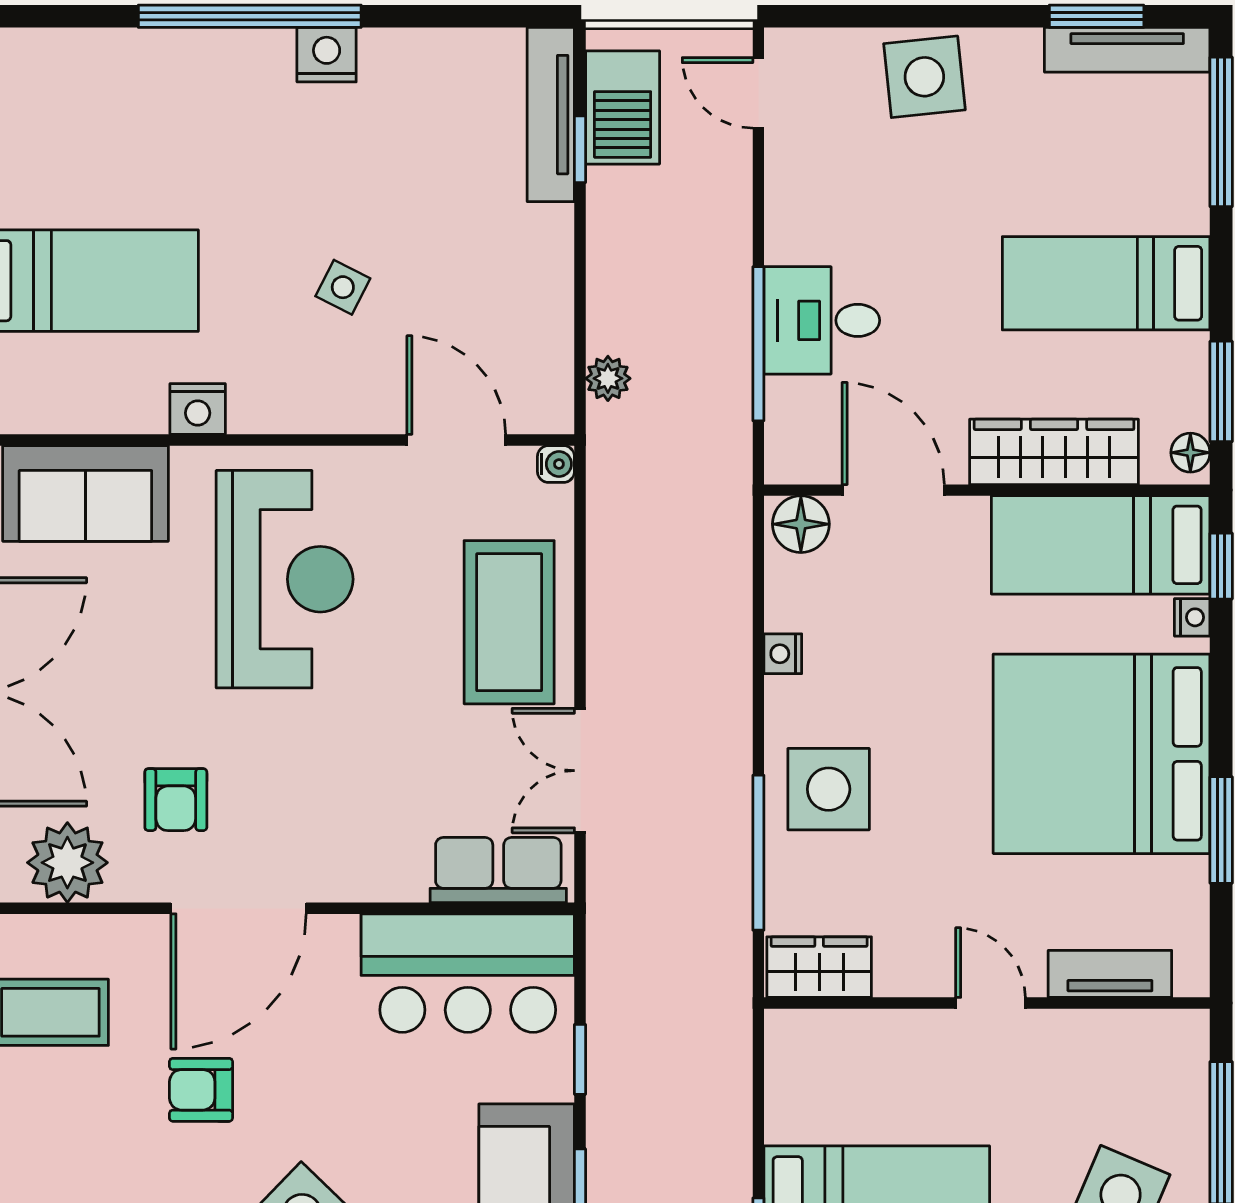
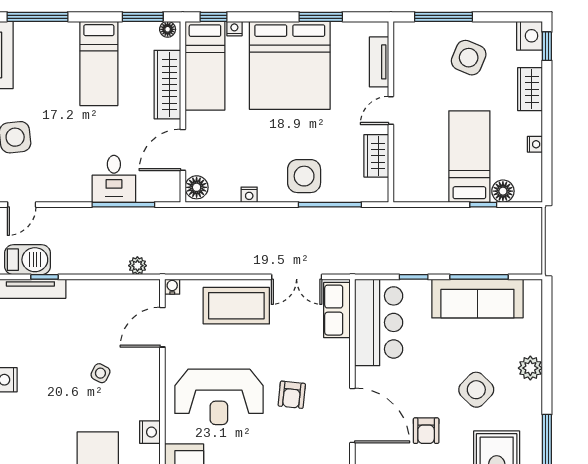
reception desk: (285, 579) -> (219, 397), turned 180
armchair: (176, 800) -> (292, 395), moved, turned 96
wardrobe: (819, 967) -> (376, 156), moved

